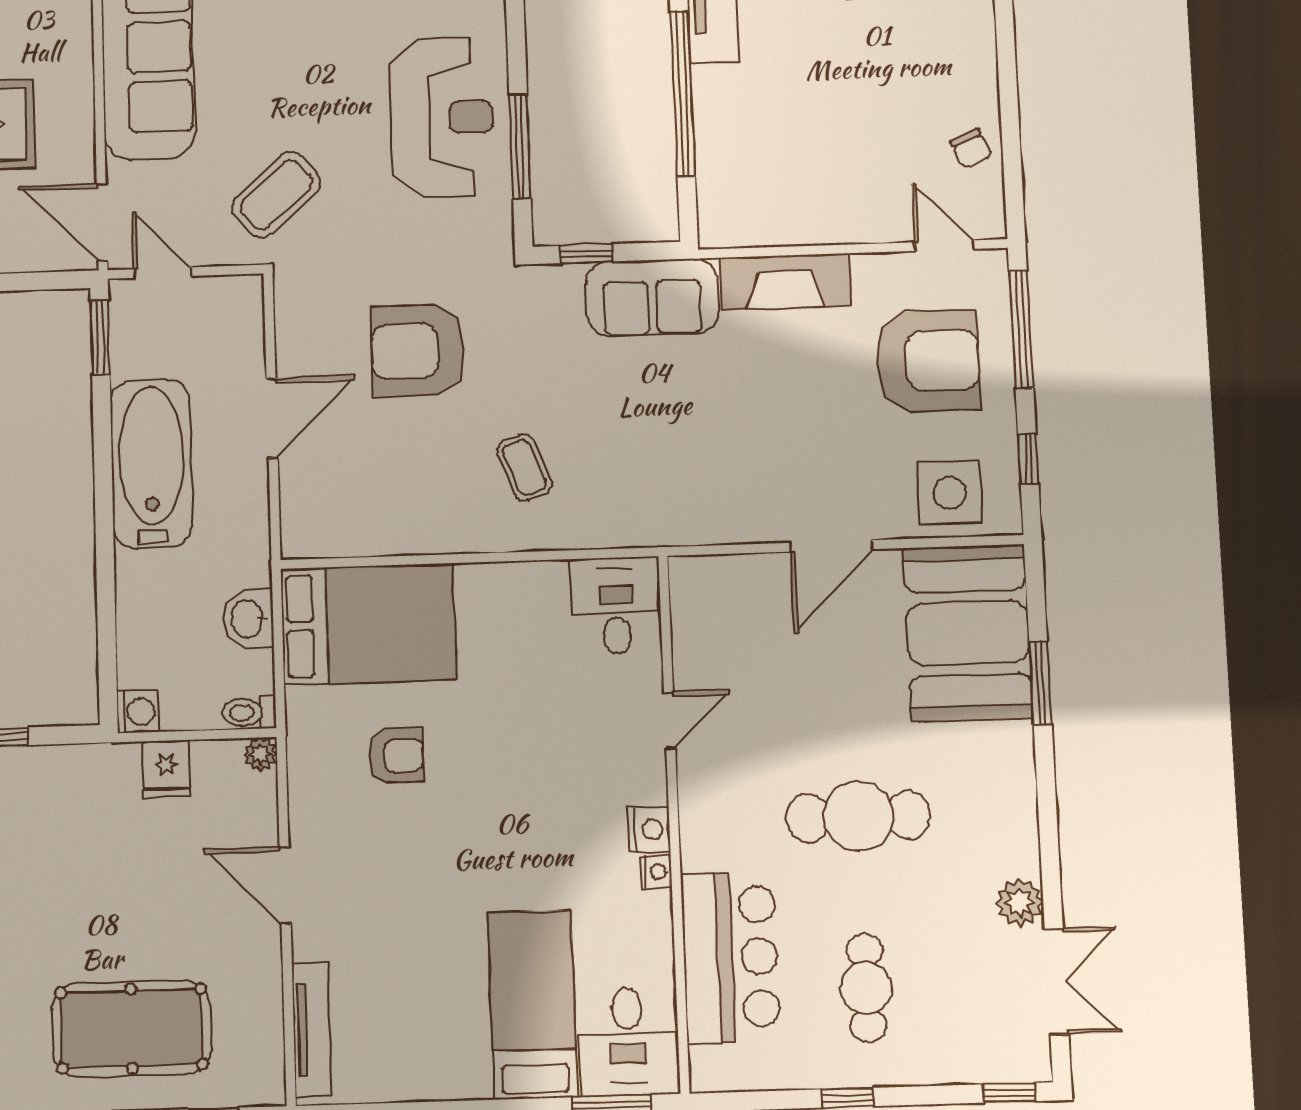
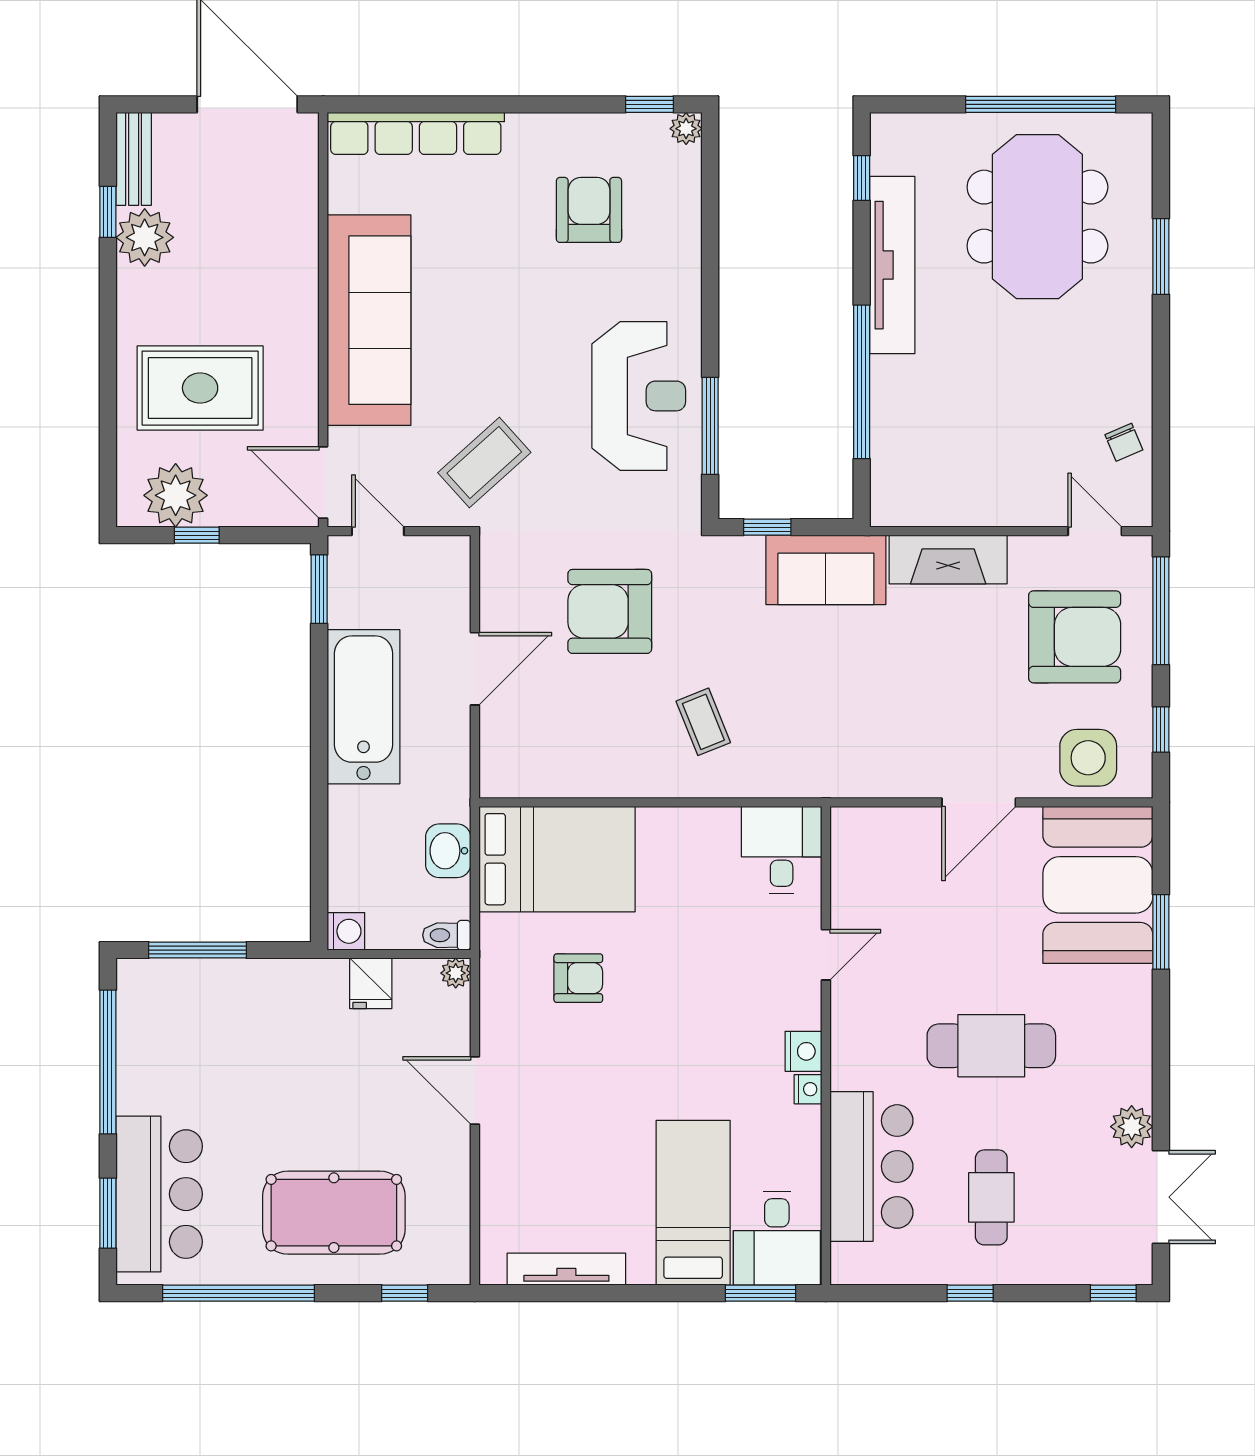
tv unit: (311, 1030) -> (566, 1269), moved, turned -90

